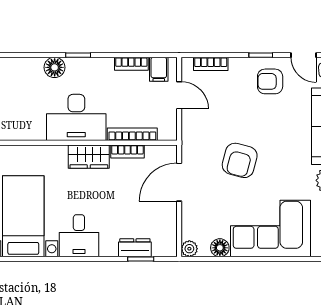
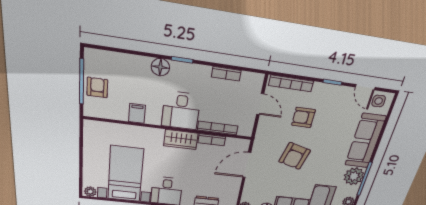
bookcase: (211, 64) -> (291, 83), width x1.56
filing cabinet: (159, 69) -> (137, 113), moved, turned 180
armchair: (270, 81) -> (303, 117), moved
desk: (76, 117) -> (181, 111), width x0.73

